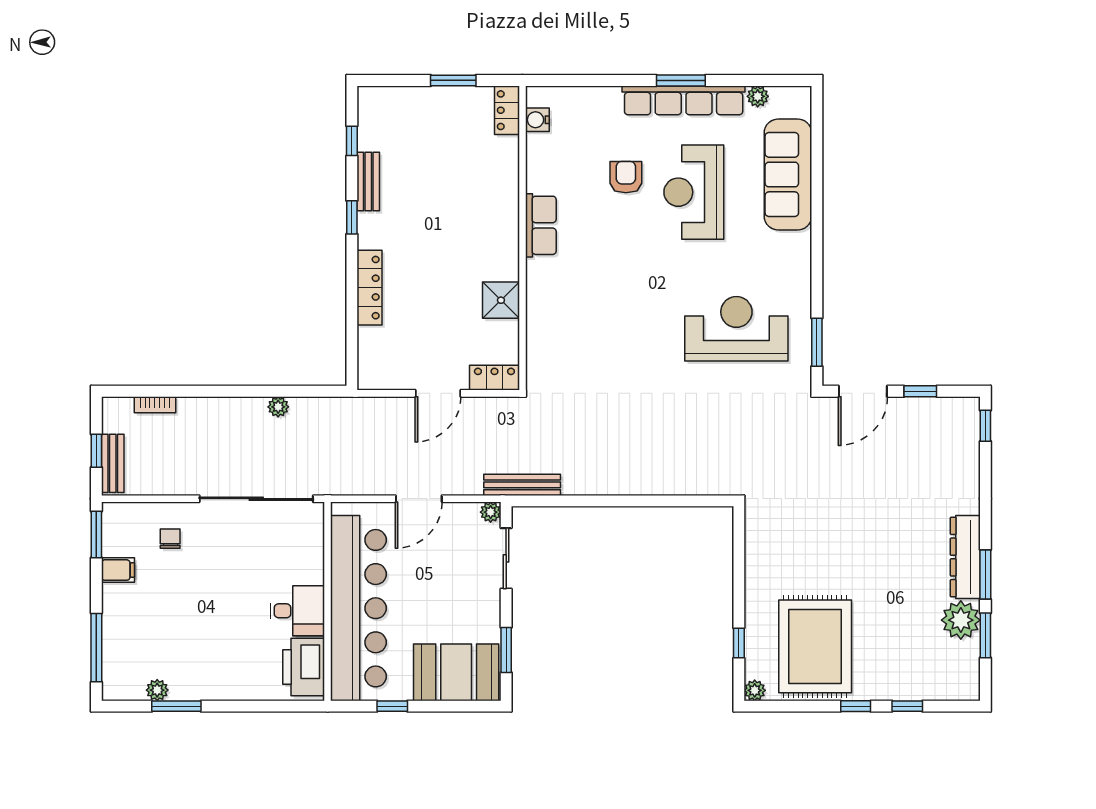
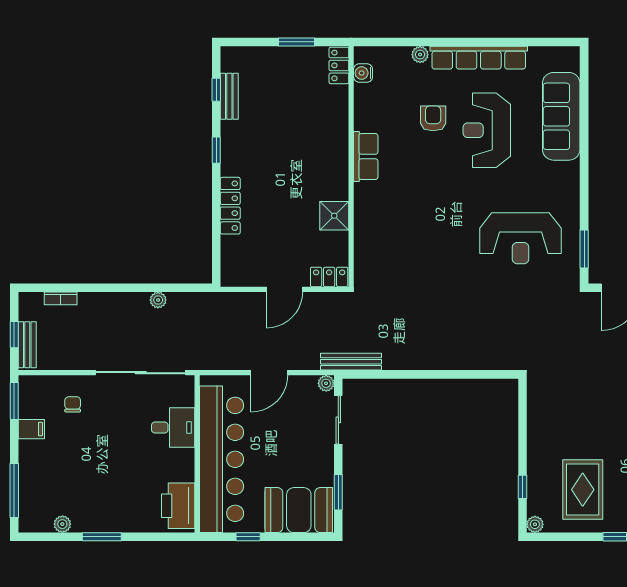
window: (681, 80) -> (476, 42), removed
plant: (758, 96) -> (420, 55), moved
bench: (368, 182) -> (229, 96), moved
reception desk: (736, 329) -> (520, 238), turned 180
desk: (297, 611) -> (173, 428), moved
rug: (815, 646) -> (583, 490), width x0.73, depth x0.69
window: (176, 706) -> (102, 537), moved

